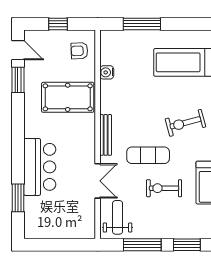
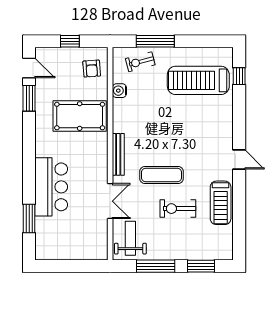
armchair: (79, 51) -> (92, 69), turned -92
exercise bike: (185, 123) -> (140, 62), moved, width x0.73, depth x0.72

